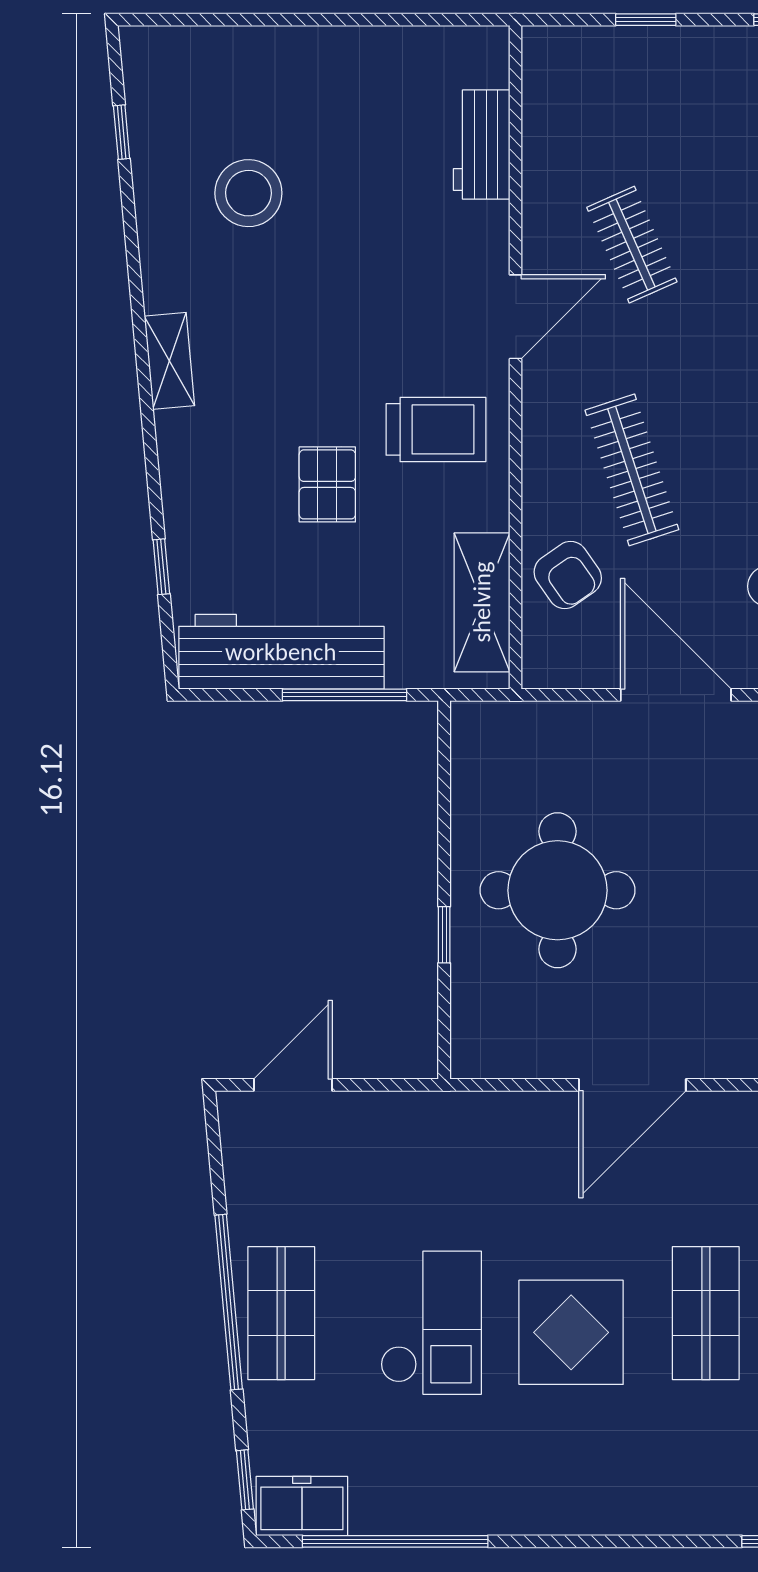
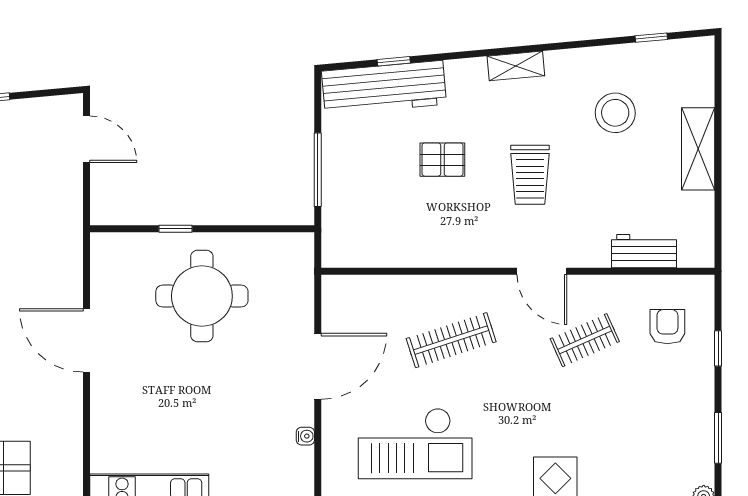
trolley: (436, 429) -> (530, 175), moved
armchair: (568, 575) -> (667, 327), moved, turned 125
shelving: (482, 602) -> (698, 149), moved, turned 90
workbench: (281, 652) -> (384, 88), moved, turned 85

